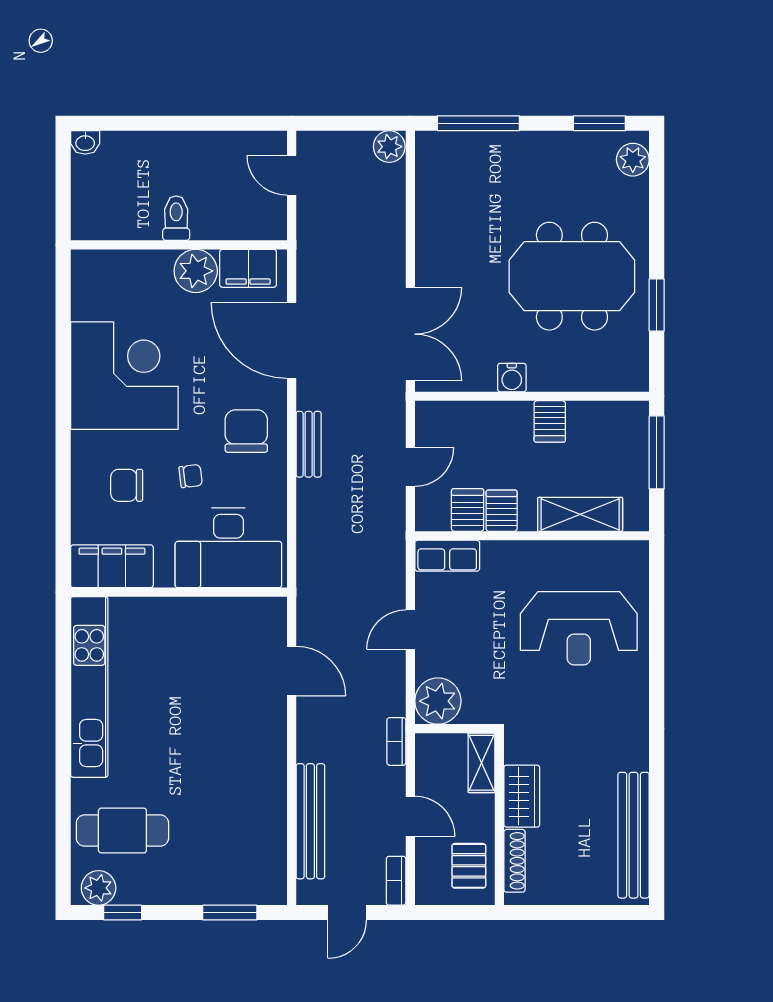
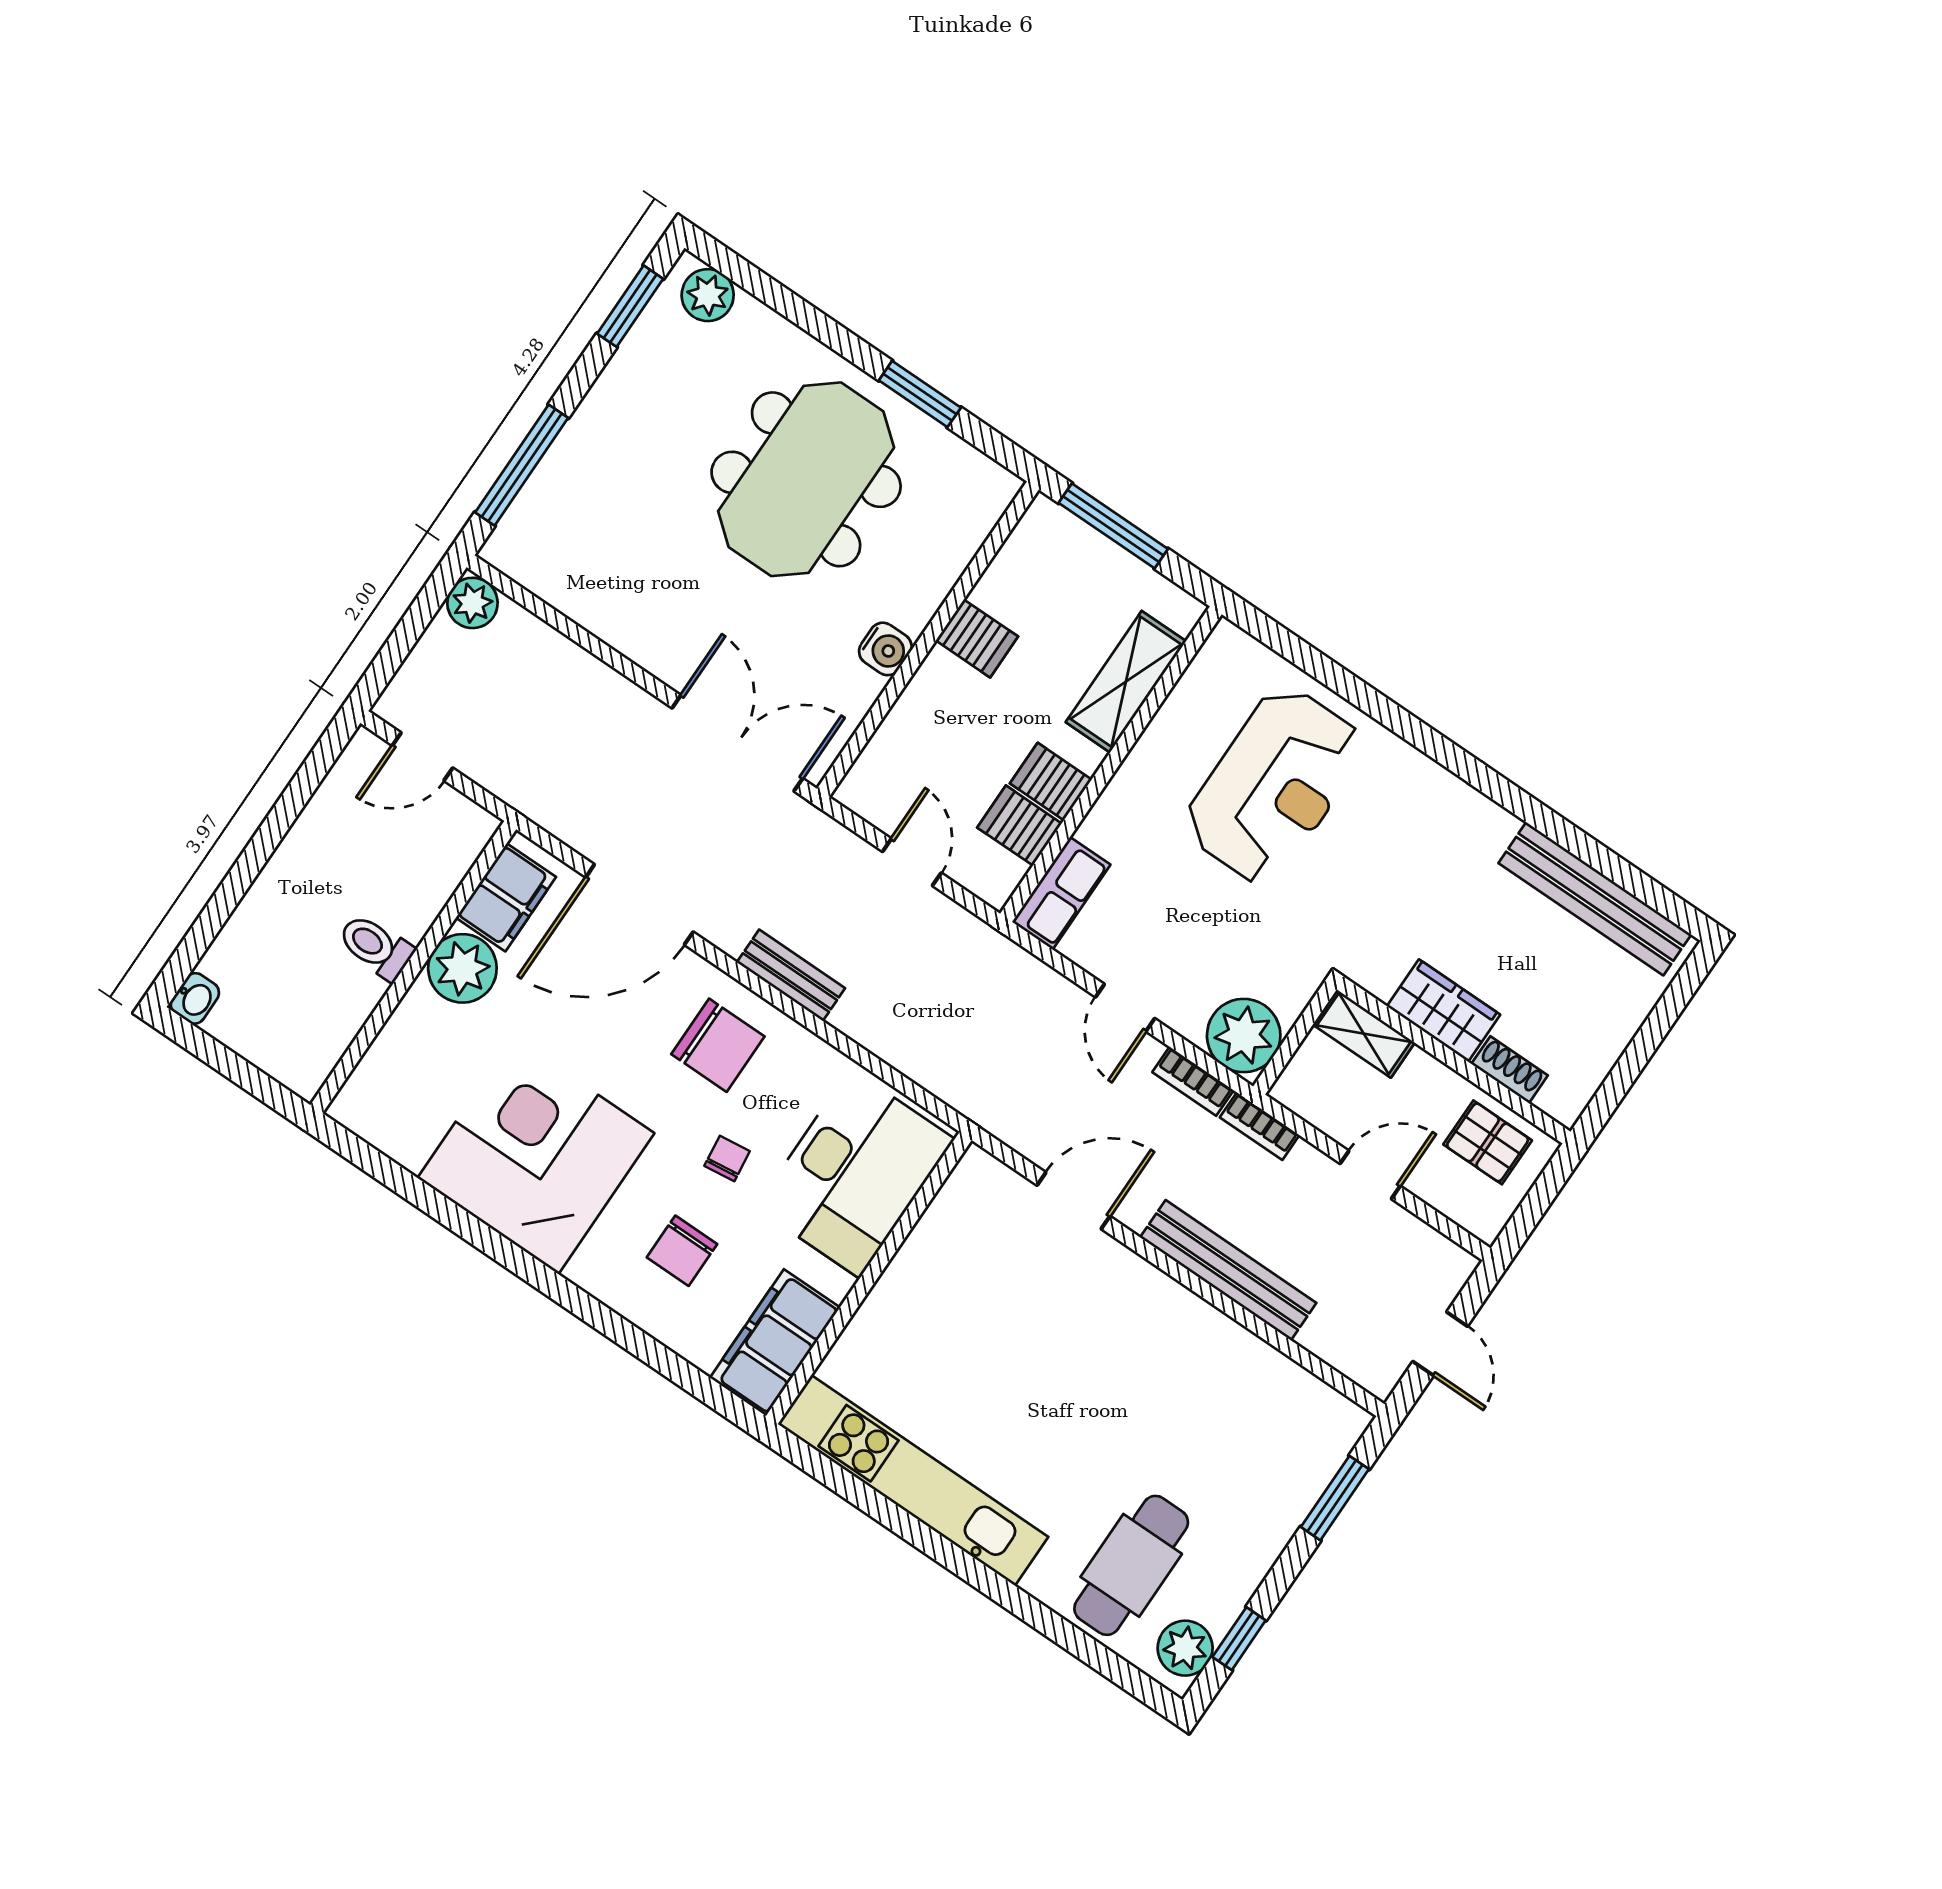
chair: (246, 431) -> (718, 1045), turned 180
bench: (310, 821) -> (1228, 1270), moved
shoe rack: (514, 861) -> (1510, 1070), width x0.70
bookcase: (396, 881) -> (1193, 1081), moved

